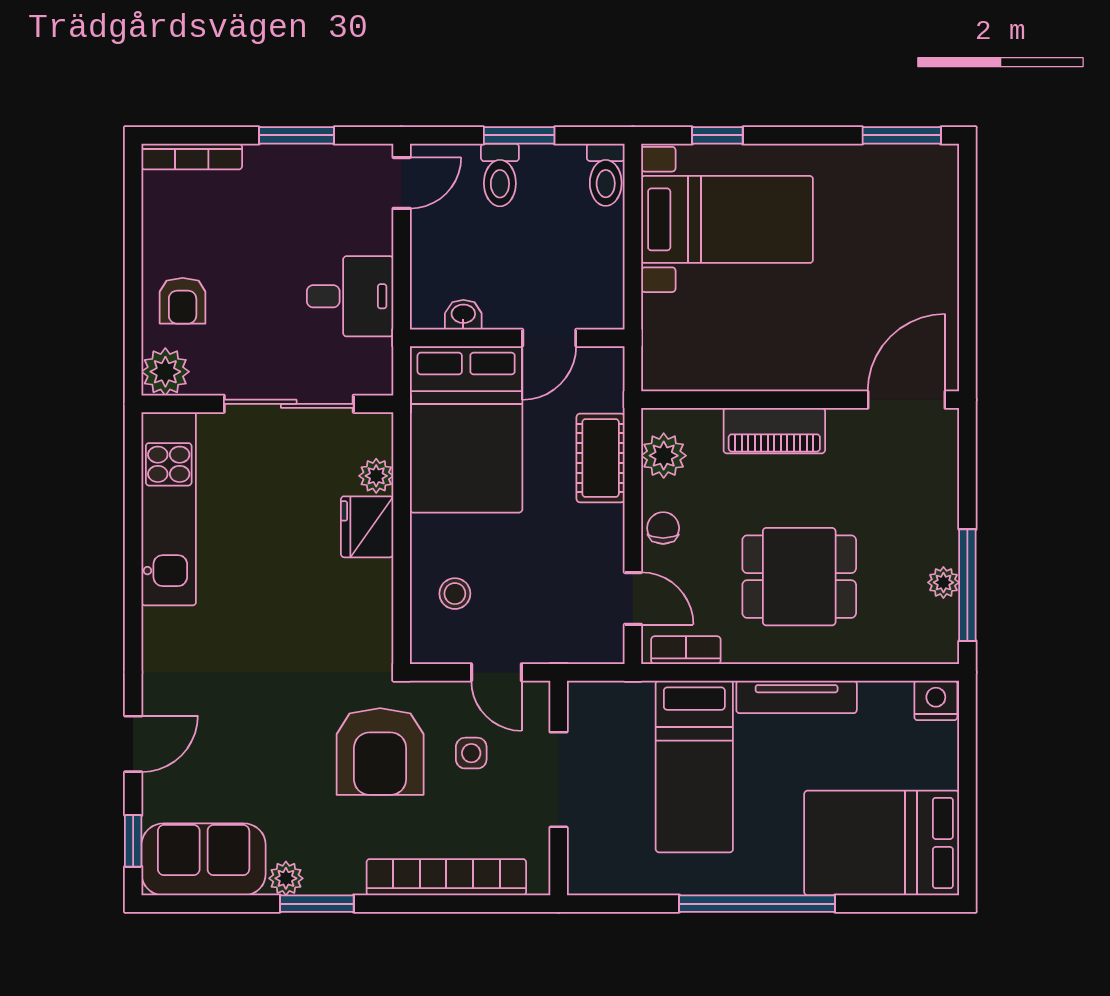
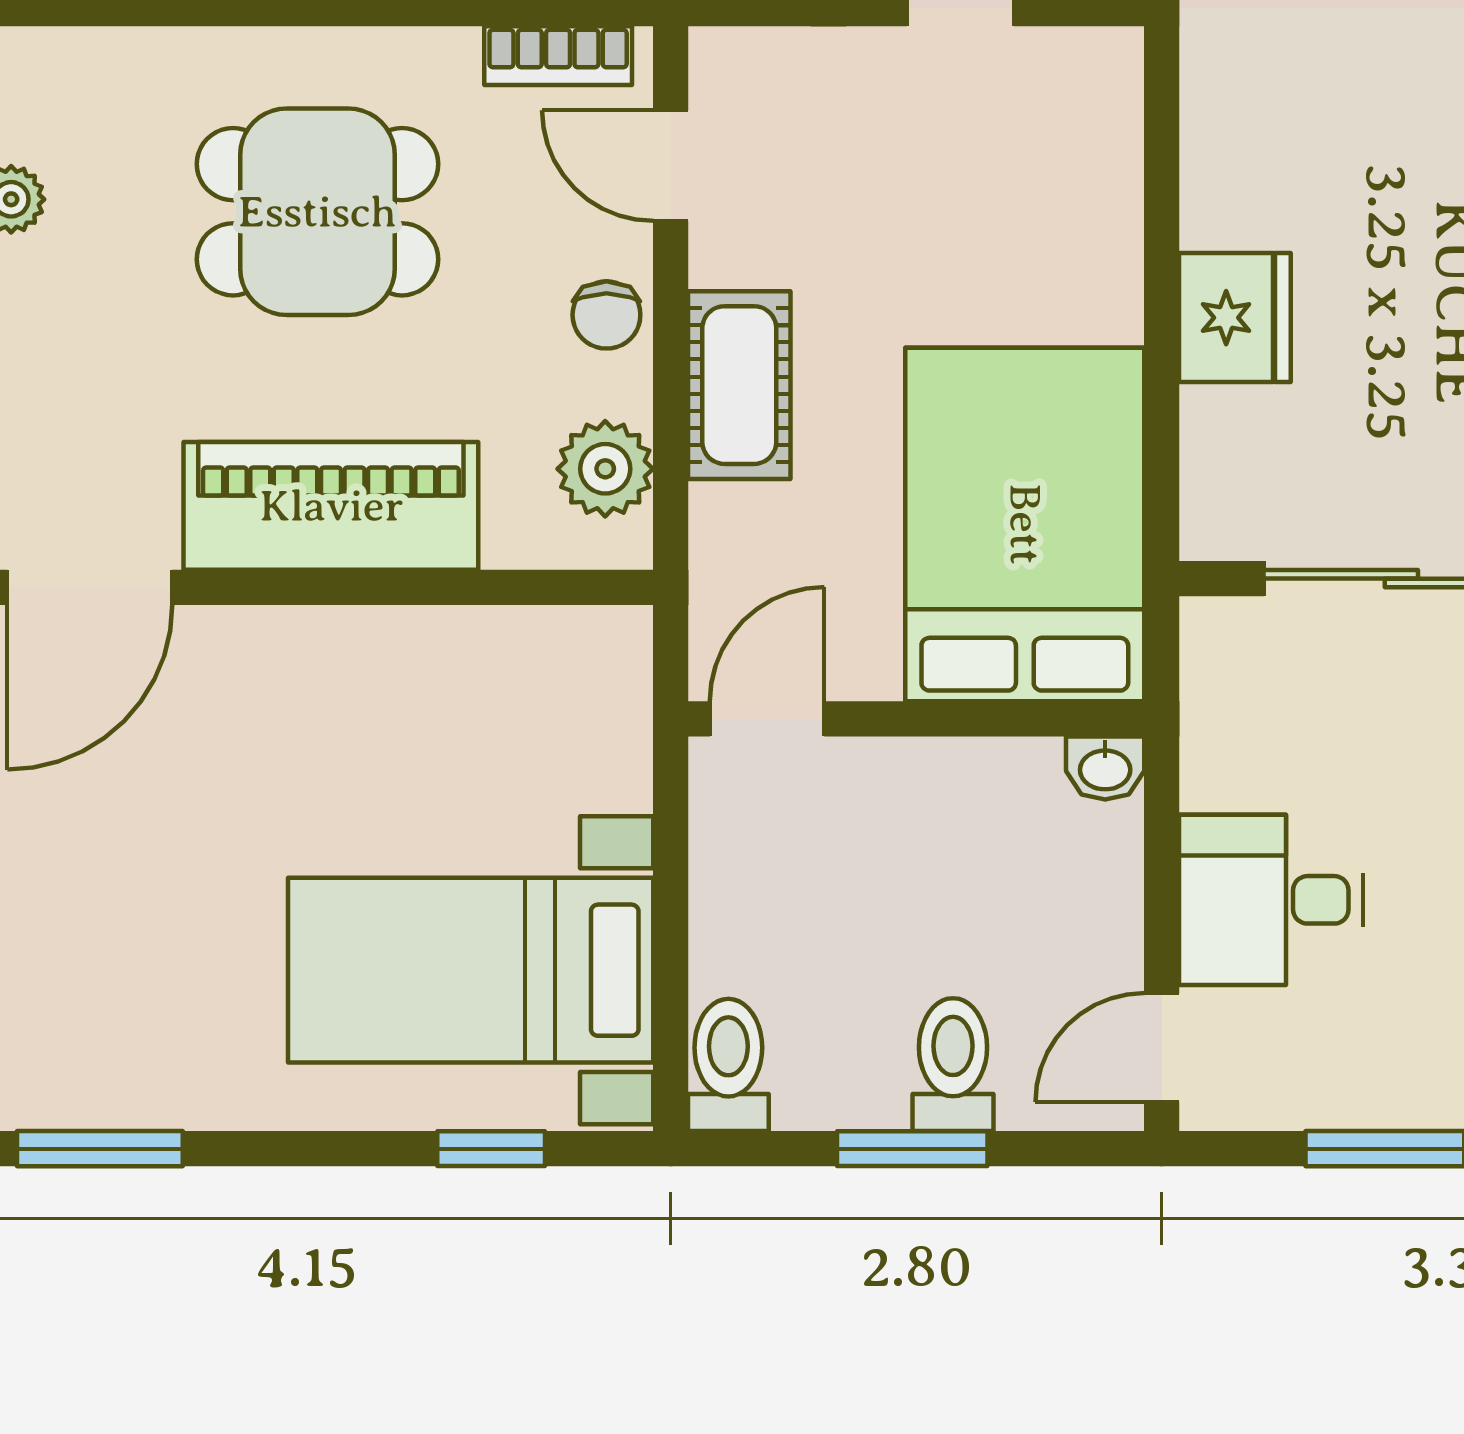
desk: (350, 296) -> (1271, 900), moved
washbasin: (463, 315) -> (1105, 768), moved
door: (549, 338) -> (767, 719), moved
piano: (774, 431) -> (331, 506), width x1.37, depth x1.33
cot: (601, 458) -> (739, 385), moved
plant: (376, 476) -> (1216, 426), removed
stool: (455, 594) -> (1049, 176), removed

